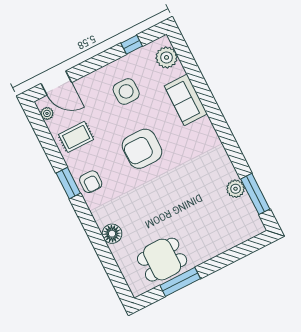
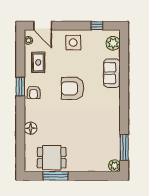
side table: (126, 91) -> (73, 43), moved
rug: (76, 137) -> (38, 62), turned 90
plant: (236, 189) -> (114, 166), moved

